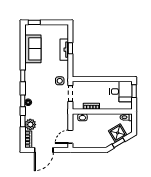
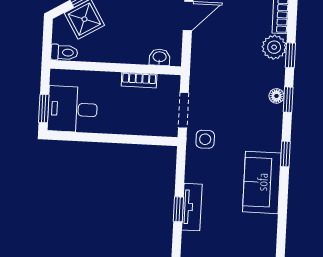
sofa: (33, 49) -> (262, 182), moved

